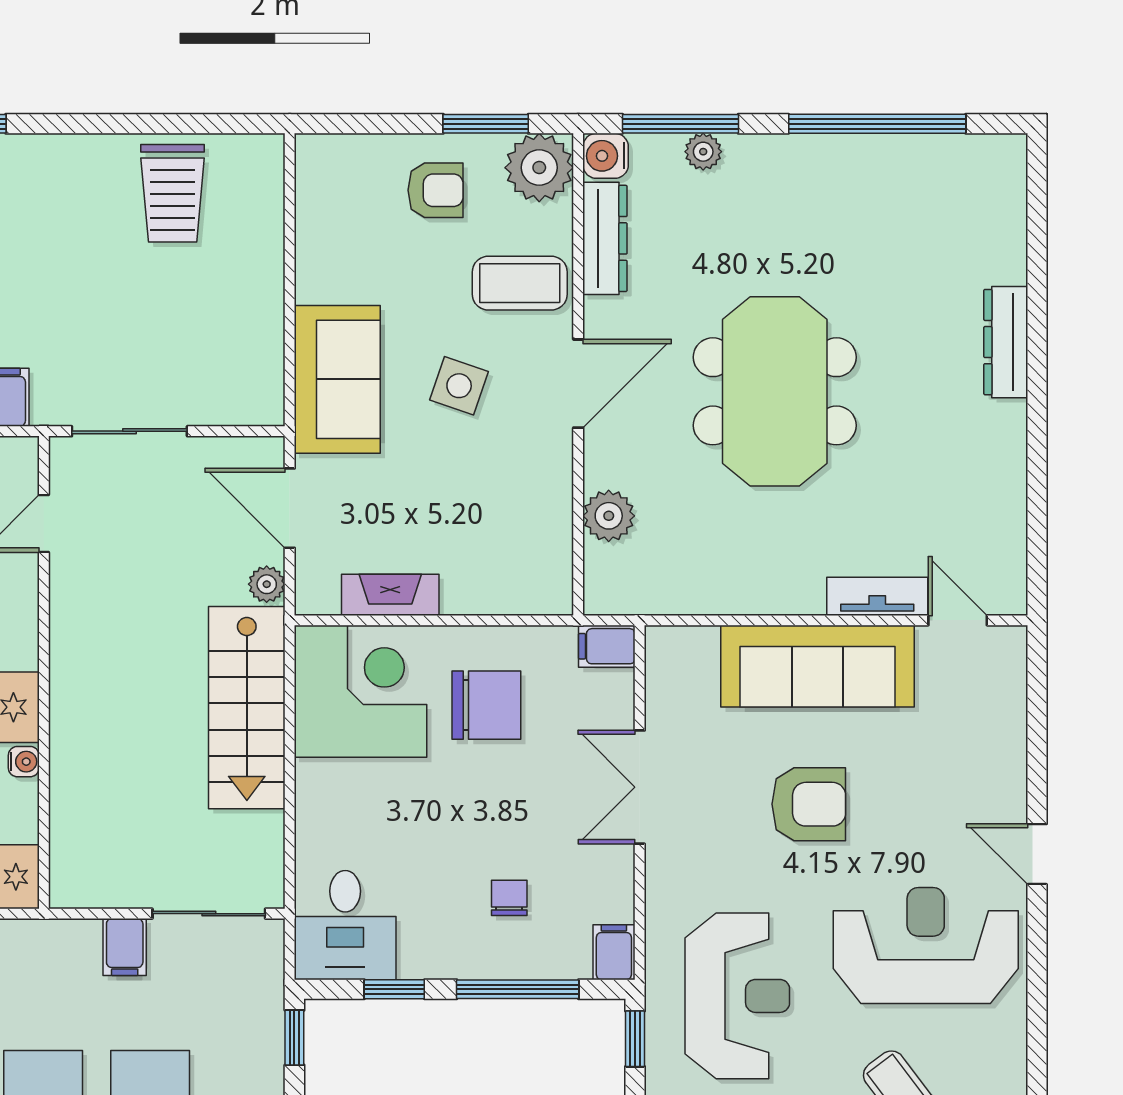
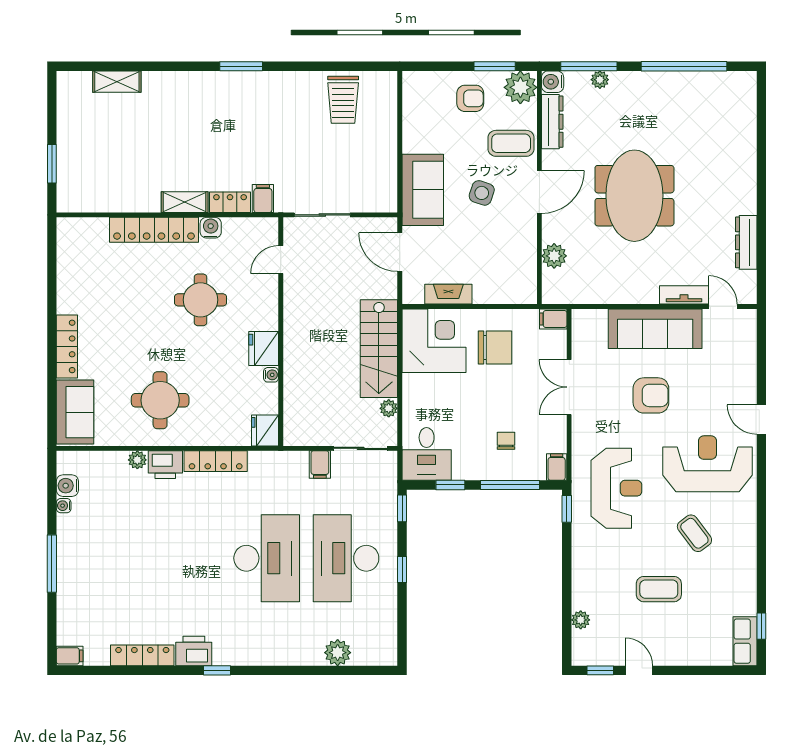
dresser: (1006, 342) -> (746, 242), moved
plant: (267, 584) -> (389, 408), moved

